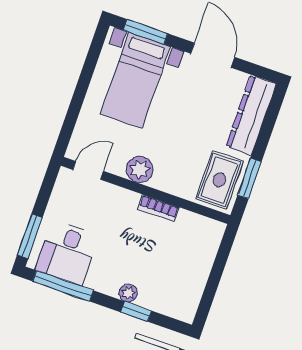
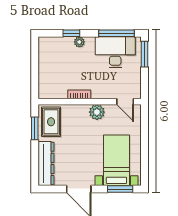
door: (88, 170) -> (125, 102), hinge flipped
desk: (67, 253) -> (115, 52), width x1.37

